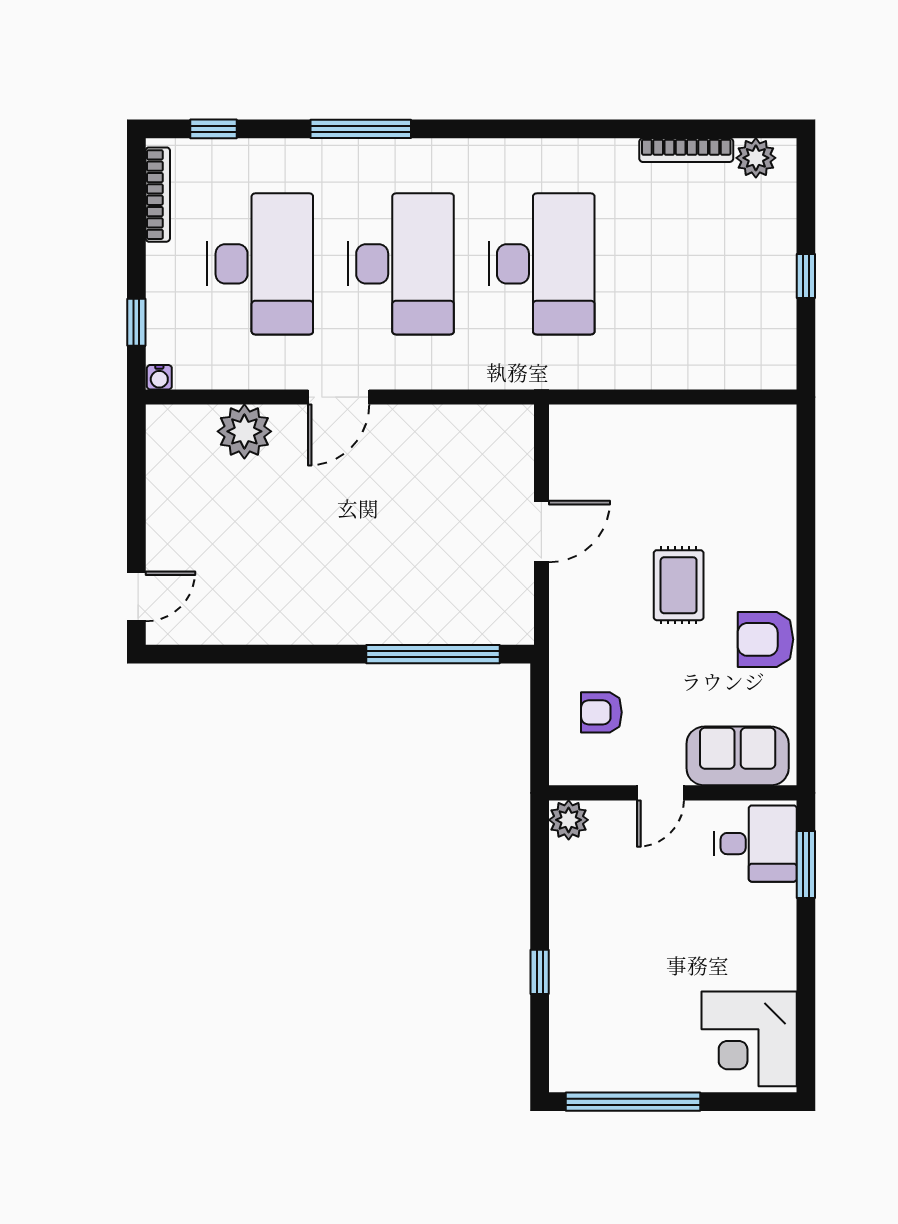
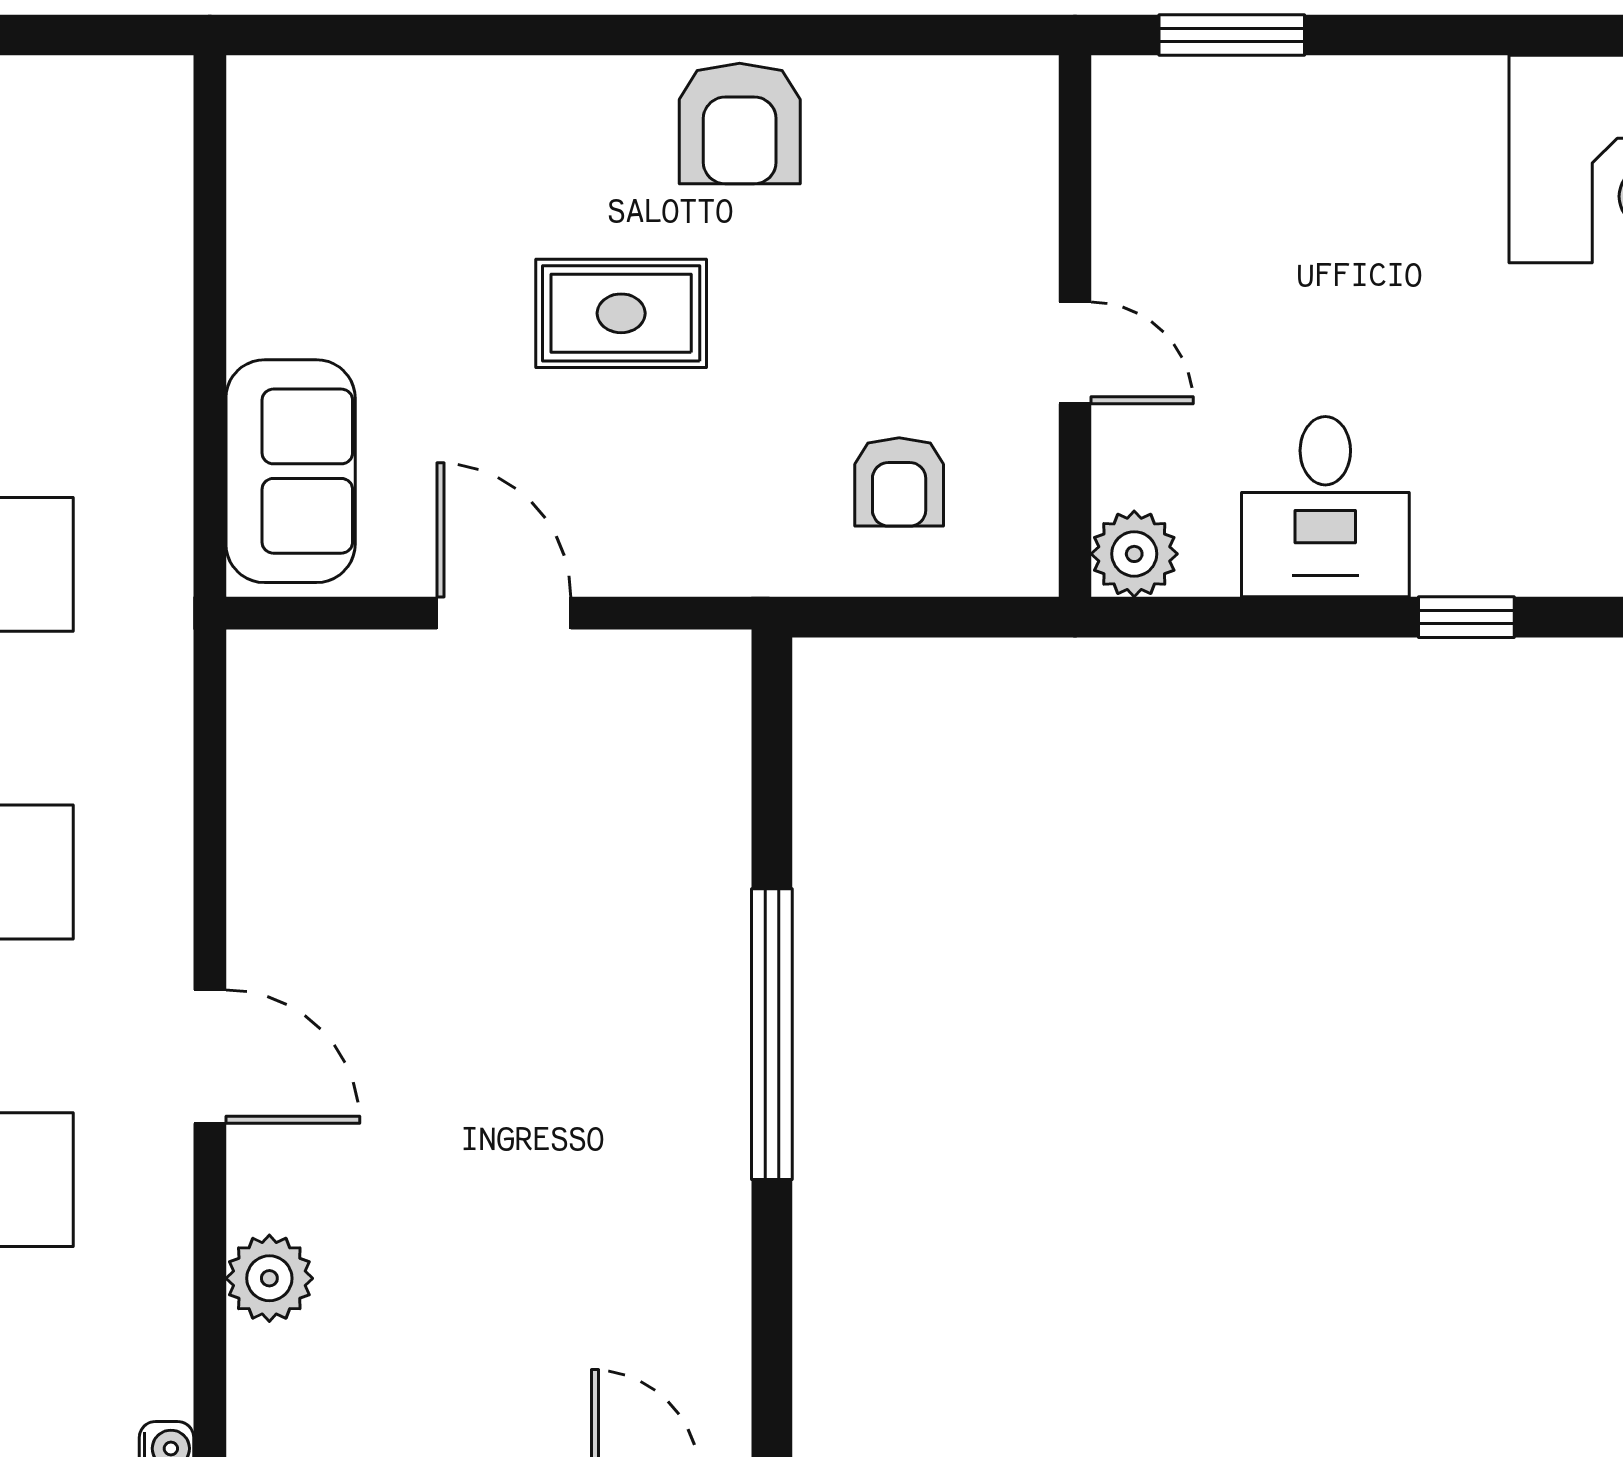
plant: (244, 431) -> (269, 1278), width x0.73, depth x0.73
window: (433, 654) -> (772, 1034), moved
sofa: (738, 756) -> (291, 471), moved, turned 180
desk: (755, 844) -> (1325, 507), moved, turned 180

